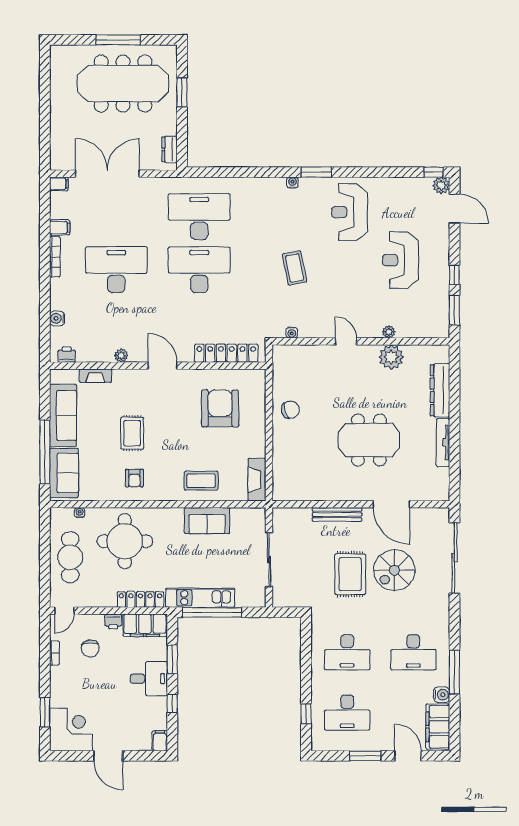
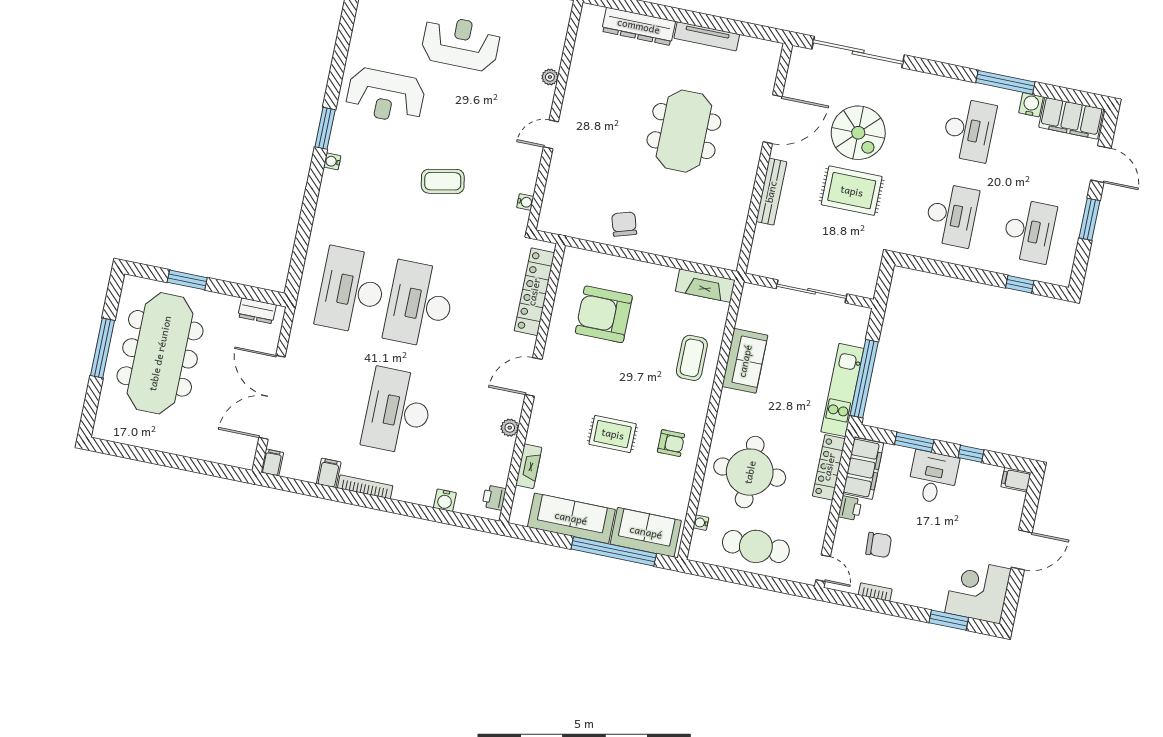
reception desk: (400, 260) -> (461, 43), turned 180
plant: (391, 357) -> (583, 80), removed
door: (408, 756) -> (1101, 164), swing flipped

